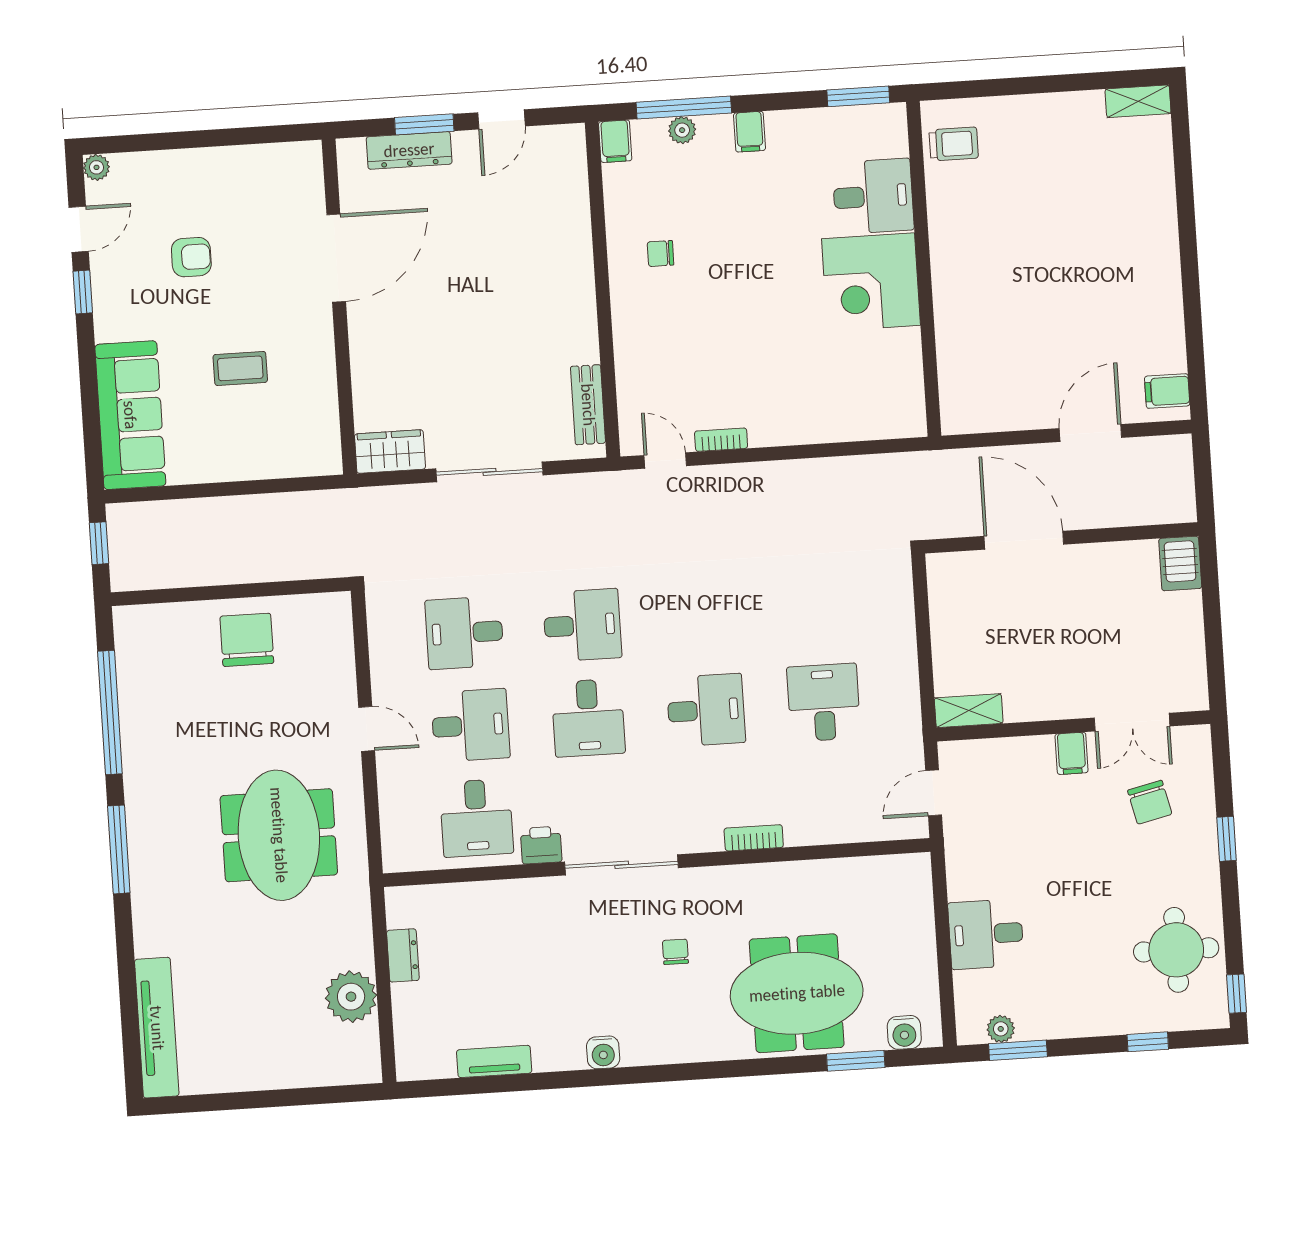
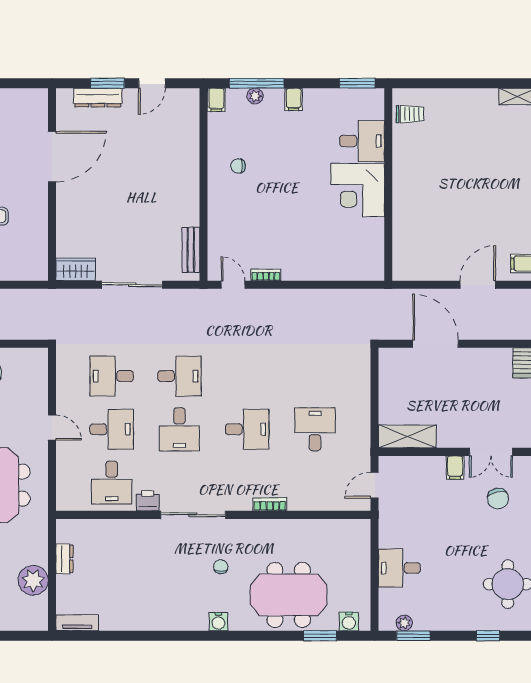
shelving: (969, 711) -> (407, 436), width x1.50, depth x1.33
water cooler: (603, 1052) -> (218, 622), moved
tv unit: (494, 1061) -> (77, 623), moved

